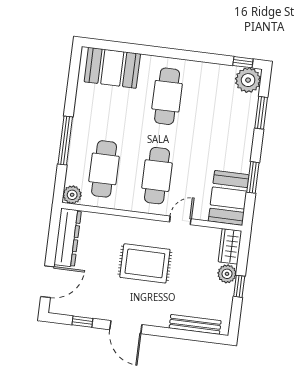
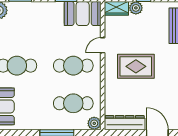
door: (180, 220) -> (103, 45), hinge flipped
rug: (145, 263) -> (136, 66), turned 90

